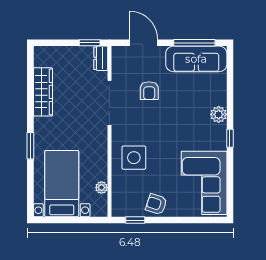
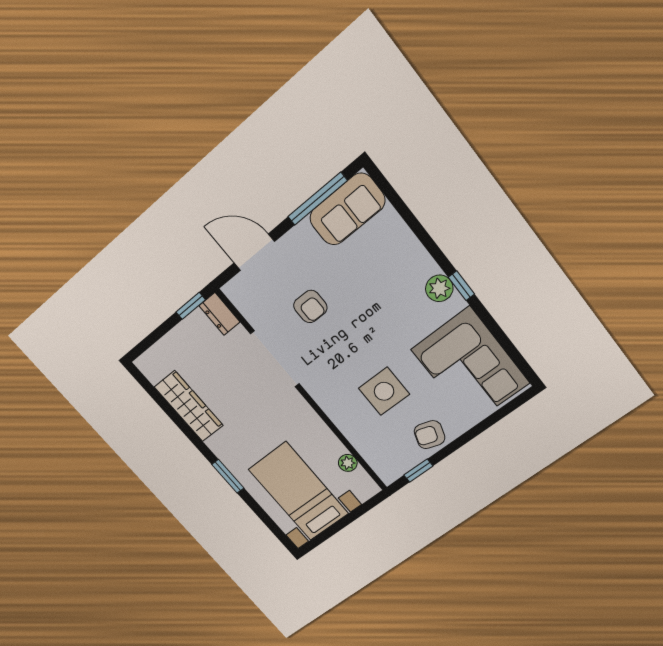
sofa: (196, 59) -> (347, 209), width x0.73
plant: (219, 114) -> (439, 288), moved
side table: (134, 158) -> (384, 391), moved

